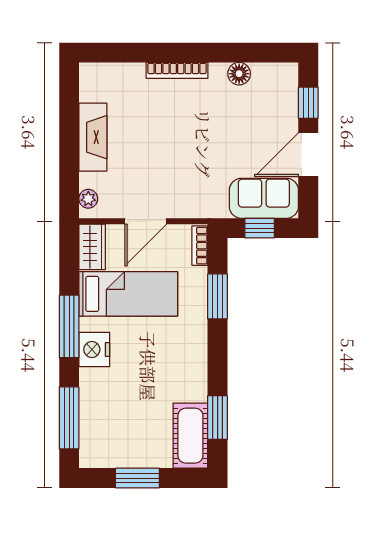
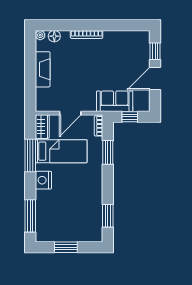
floor lamp: (239, 74) -> (54, 36), moved
sofa: (264, 198) -> (115, 101), moved
plant: (88, 199) -> (40, 35), moved
window: (69, 326) -> (30, 156), moved
cot: (190, 436) -> (94, 225), removed

